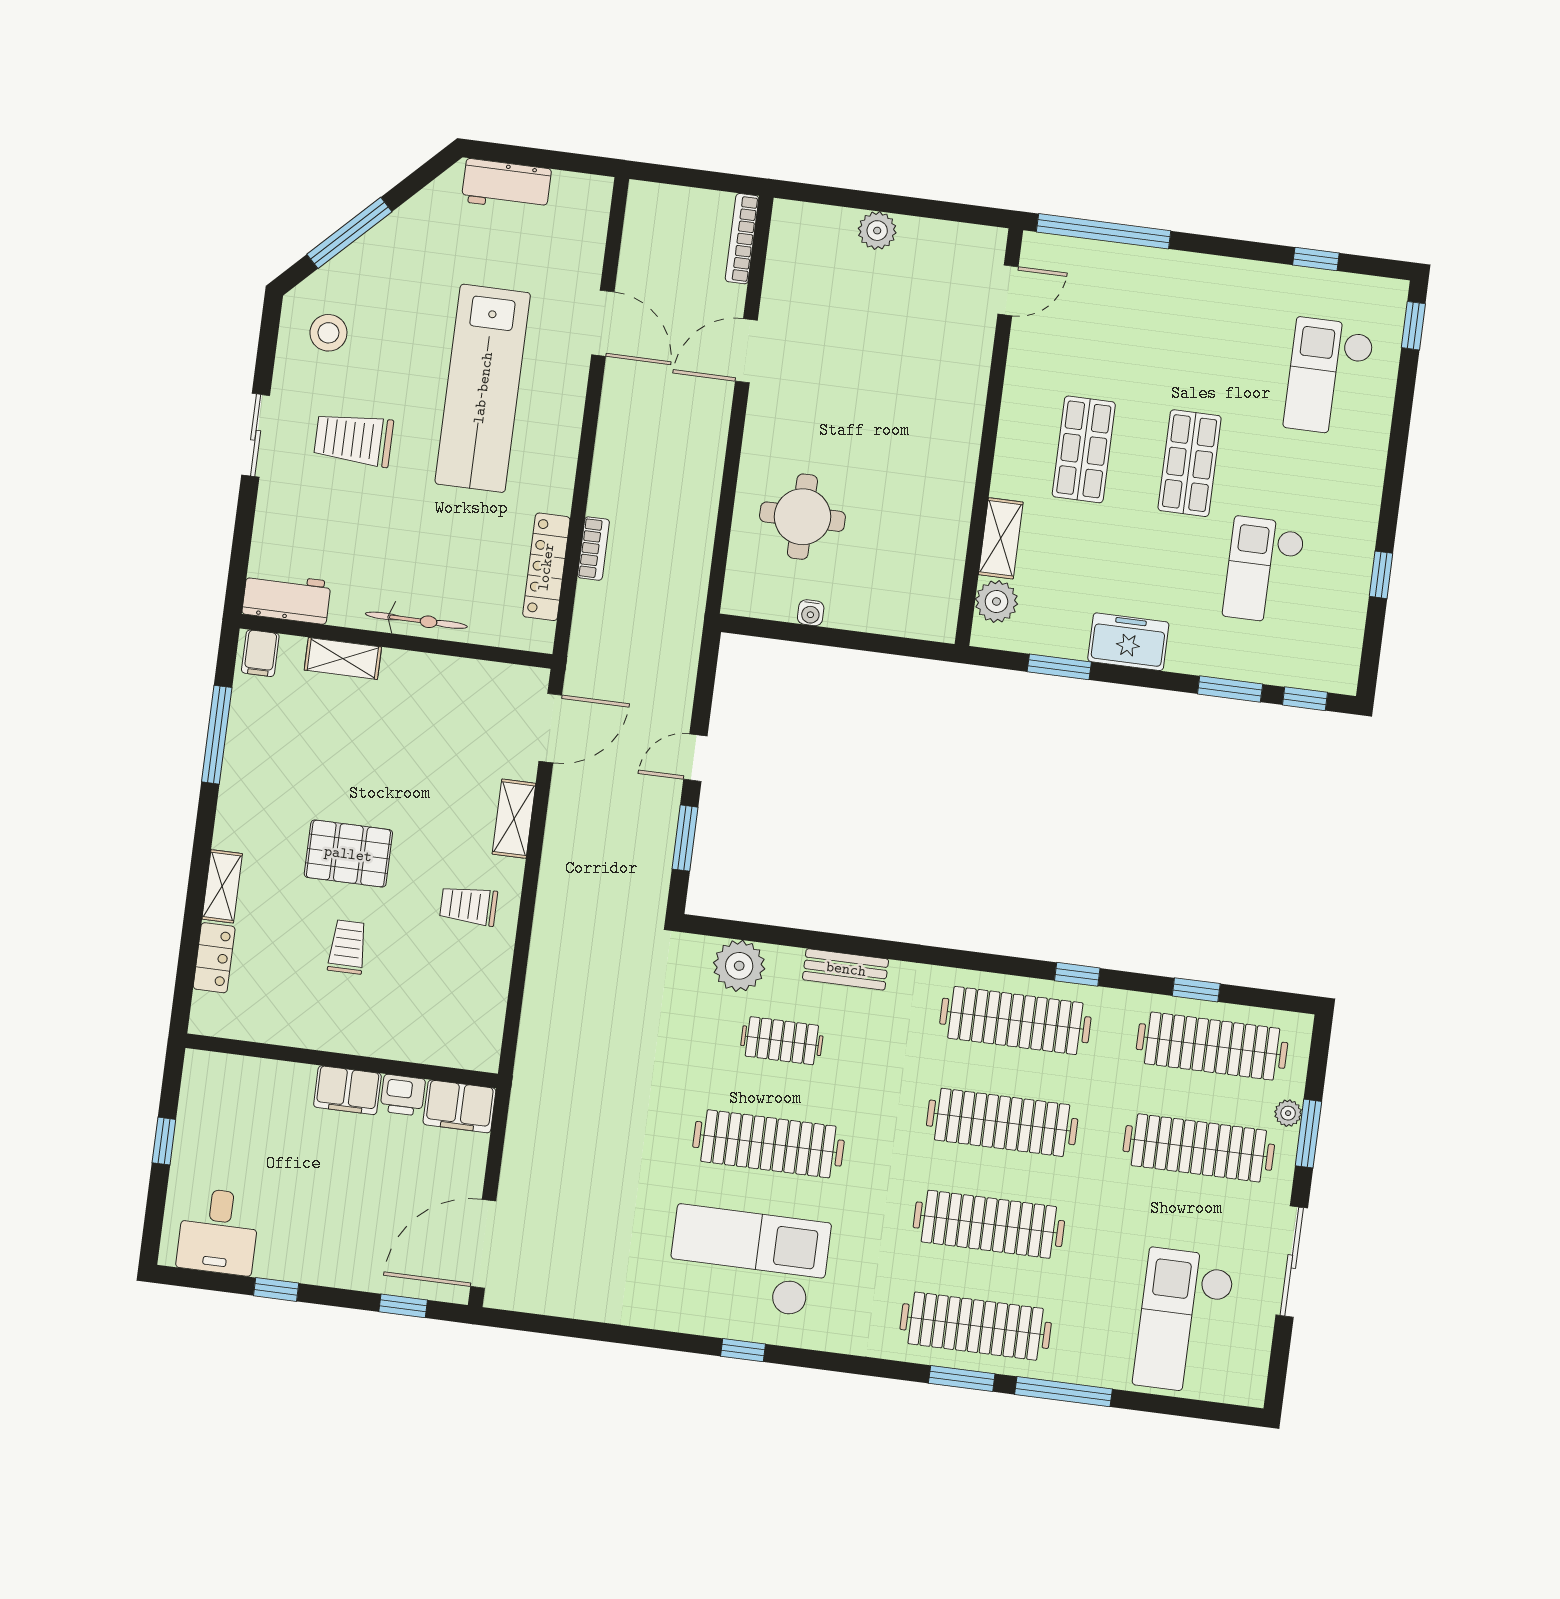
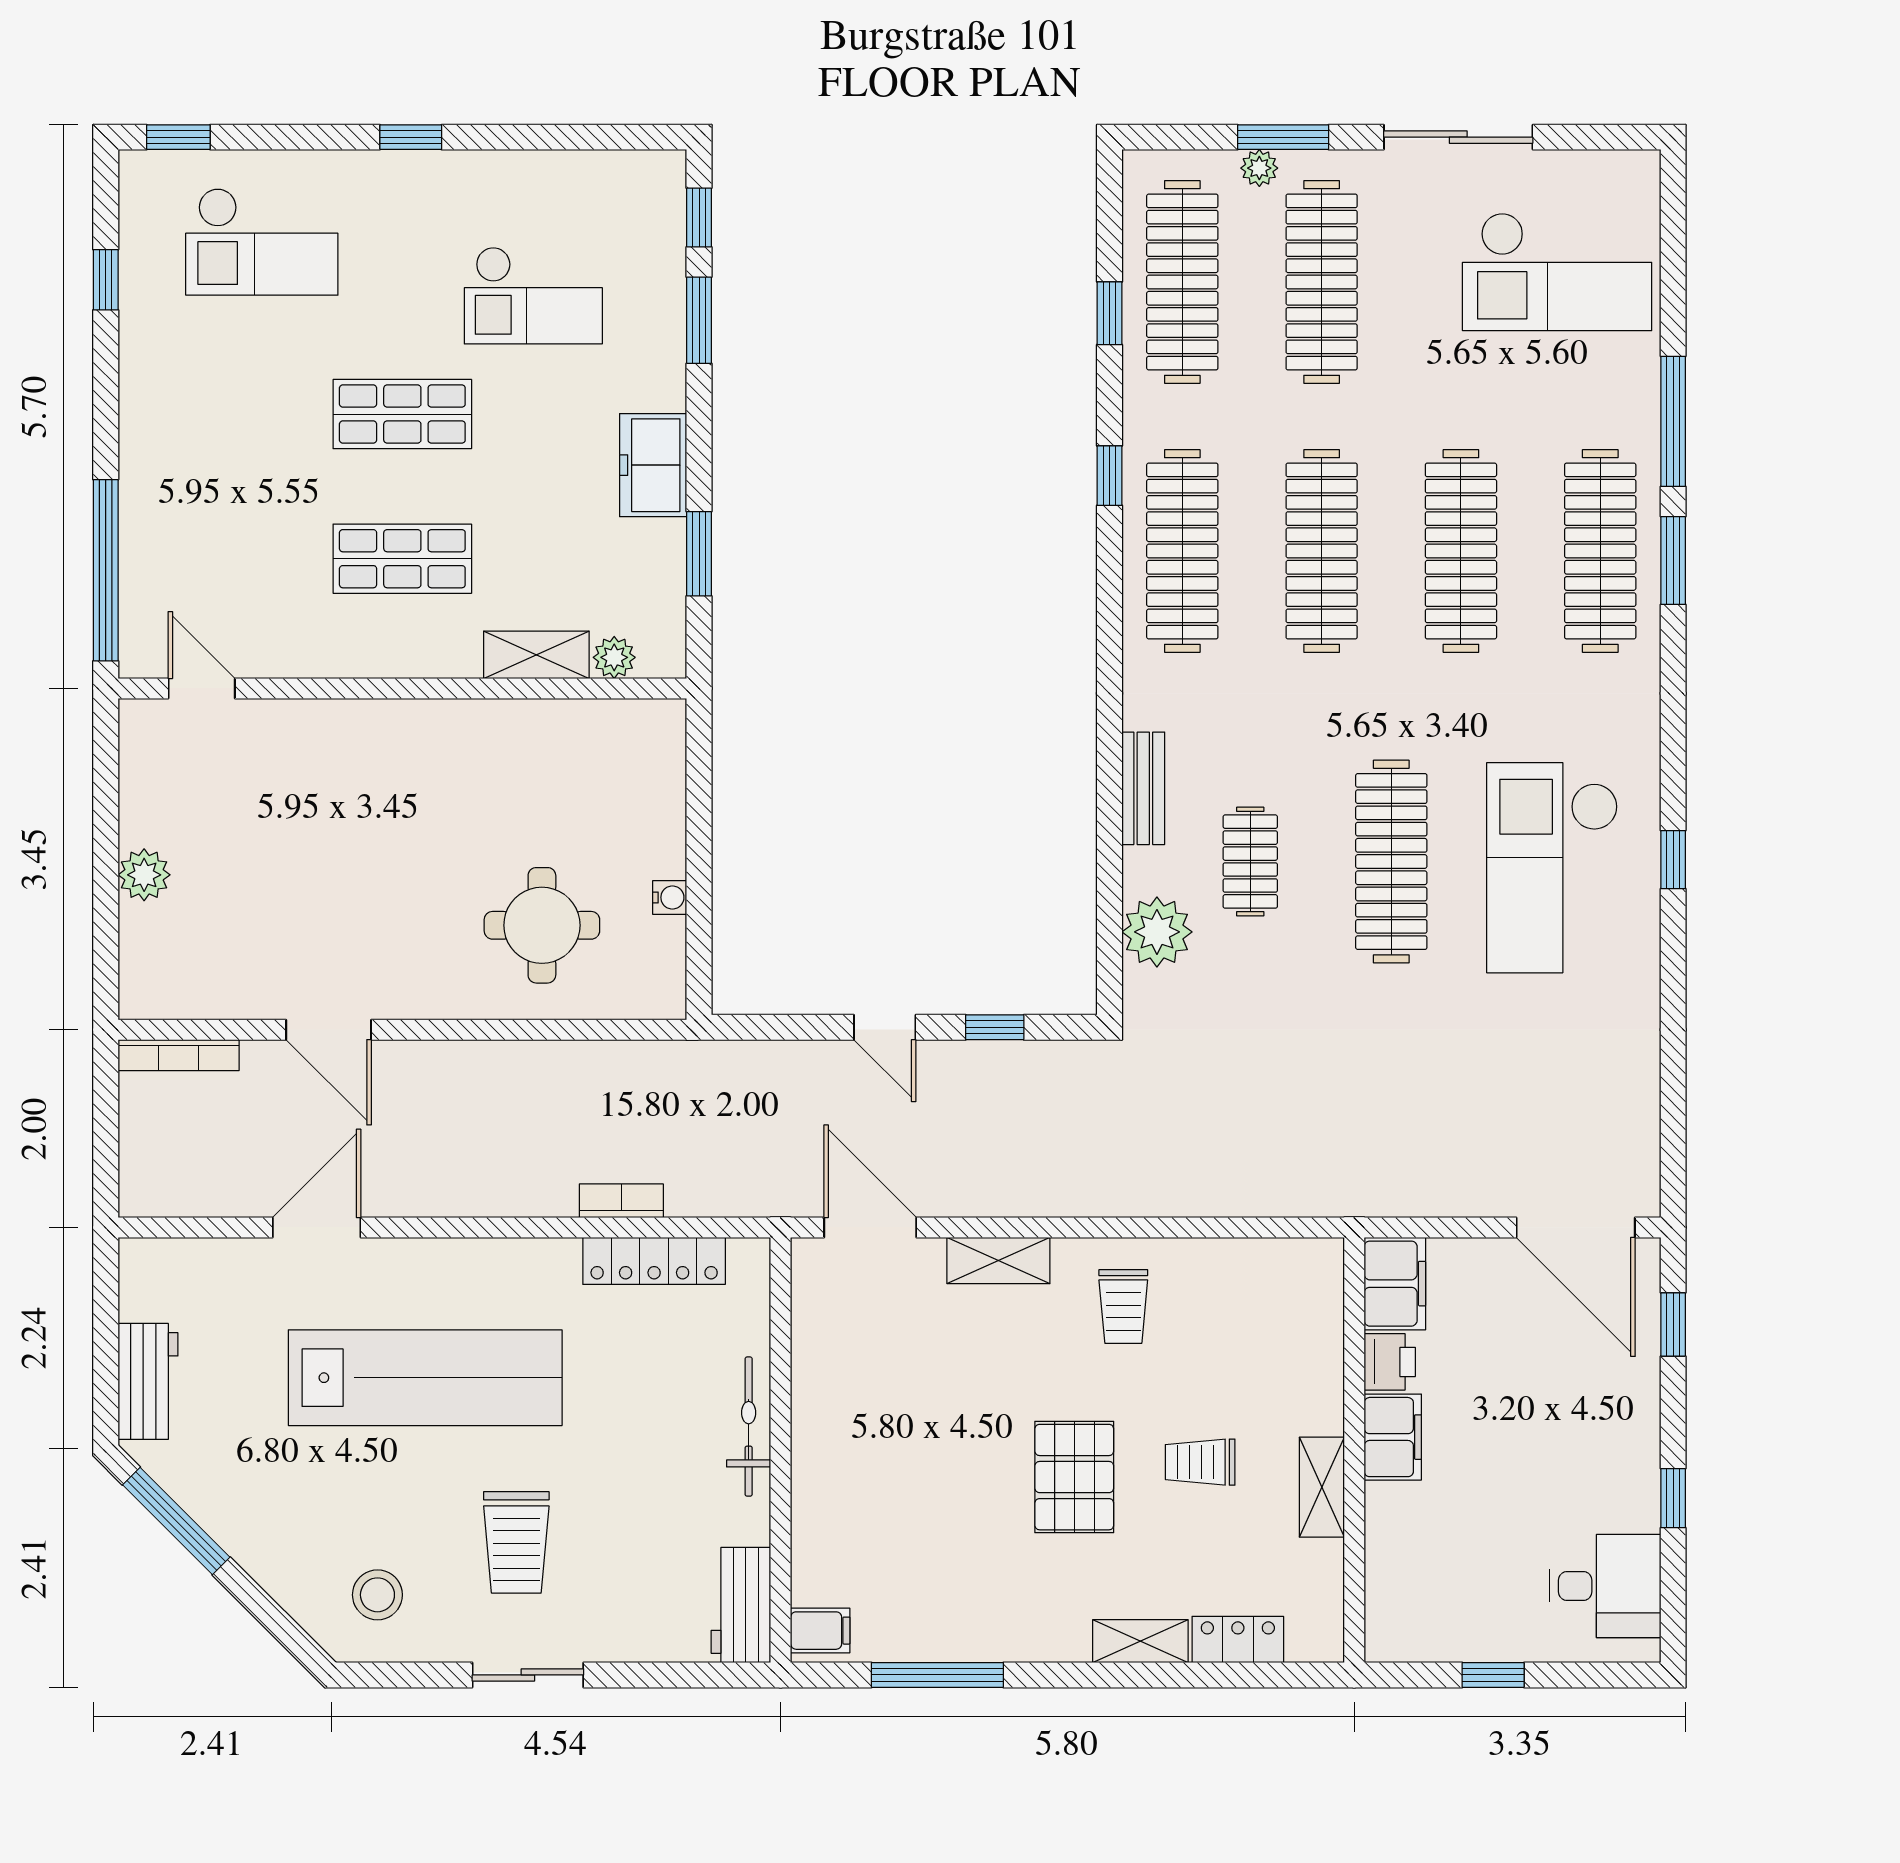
window: (349, 233) -> (176, 1521), moved
window: (1381, 575) -> (411, 137), moved
plant: (996, 601) -> (614, 657), width x0.73, depth x0.73
shelving: (343, 659) -> (1322, 1487), moved
window: (685, 838) -> (995, 1027), width x0.67

